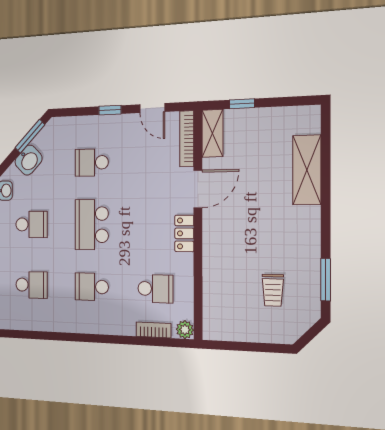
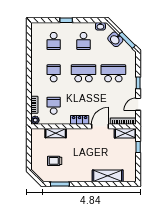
school desk: (92, 163) -> (113, 73), width x1.85
door: (198, 189) -> (100, 126), swing flipped
shelving: (212, 286) -> (56, 133), added
school desk: (155, 289) -> (54, 106), turned 180

